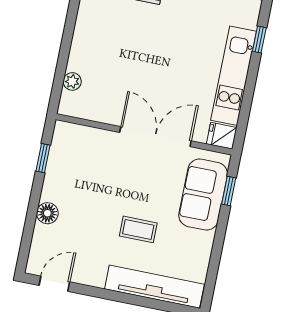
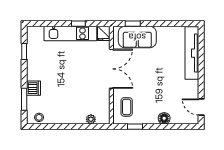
window: (259, 40) -> (78, 24), moved
double door: (155, 137) -> (111, 69), swing flipped
coffee table: (138, 229) -> (127, 107), moved

